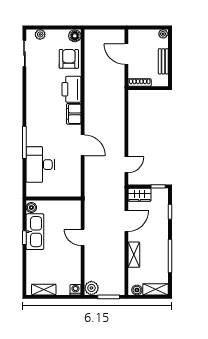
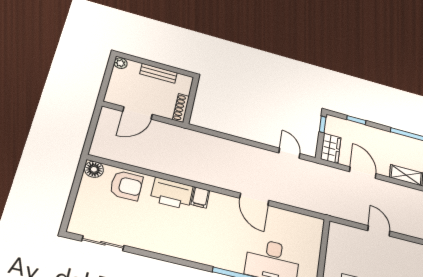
plant: (40, 34) -> (79, 214), removed
armchair: (69, 59) -> (126, 186), turned 180
filing cabinet: (74, 114) -> (200, 197), width x0.50
door: (83, 145) -> (254, 199), swing flipped
door: (83, 237) -> (379, 231), swing flipped

